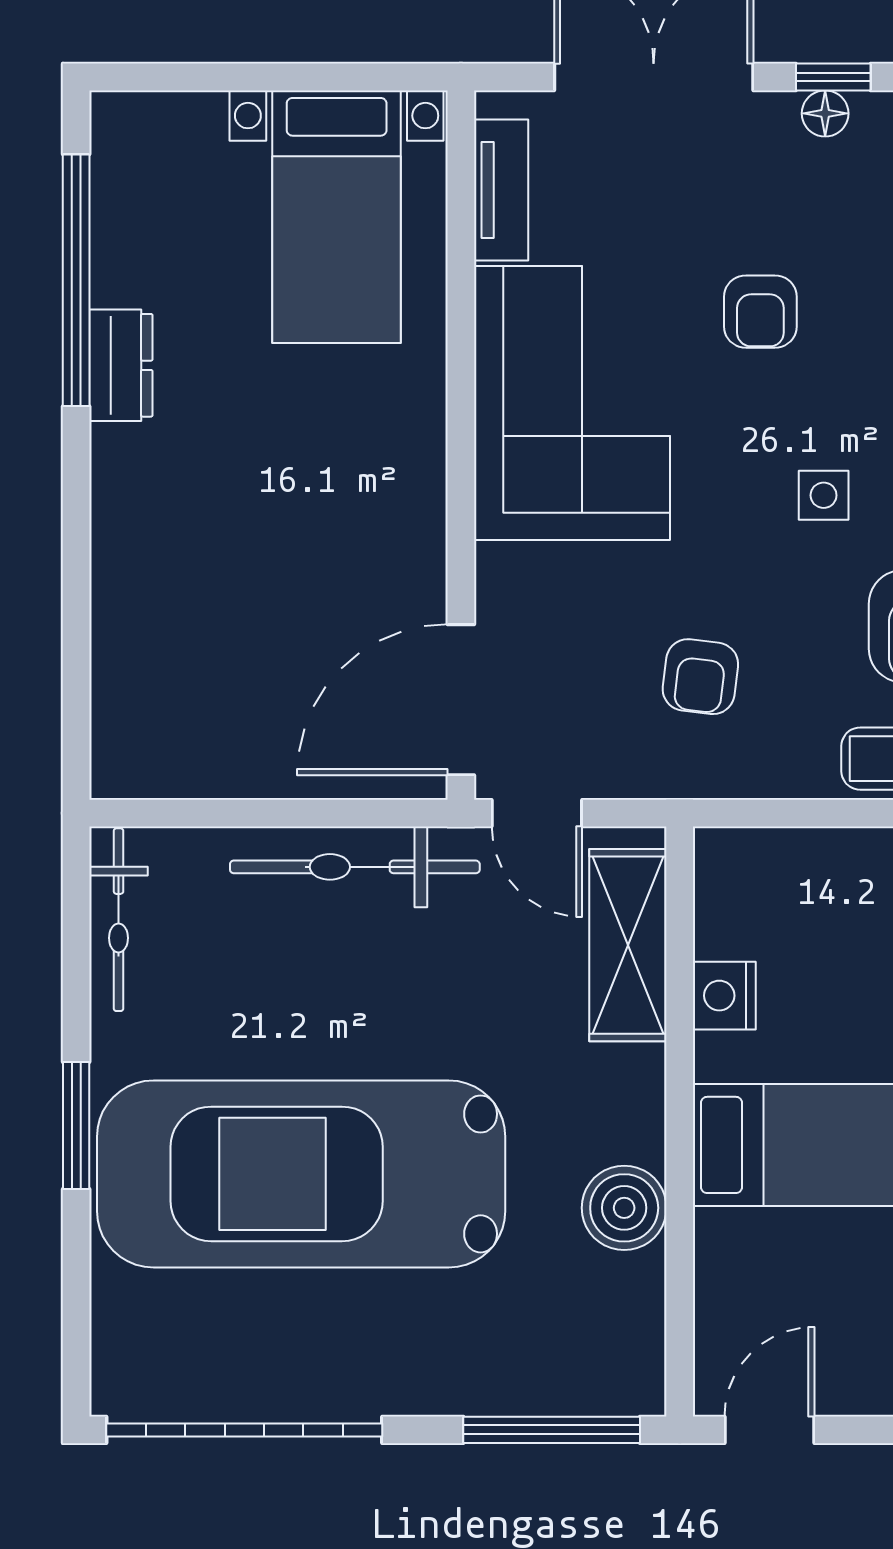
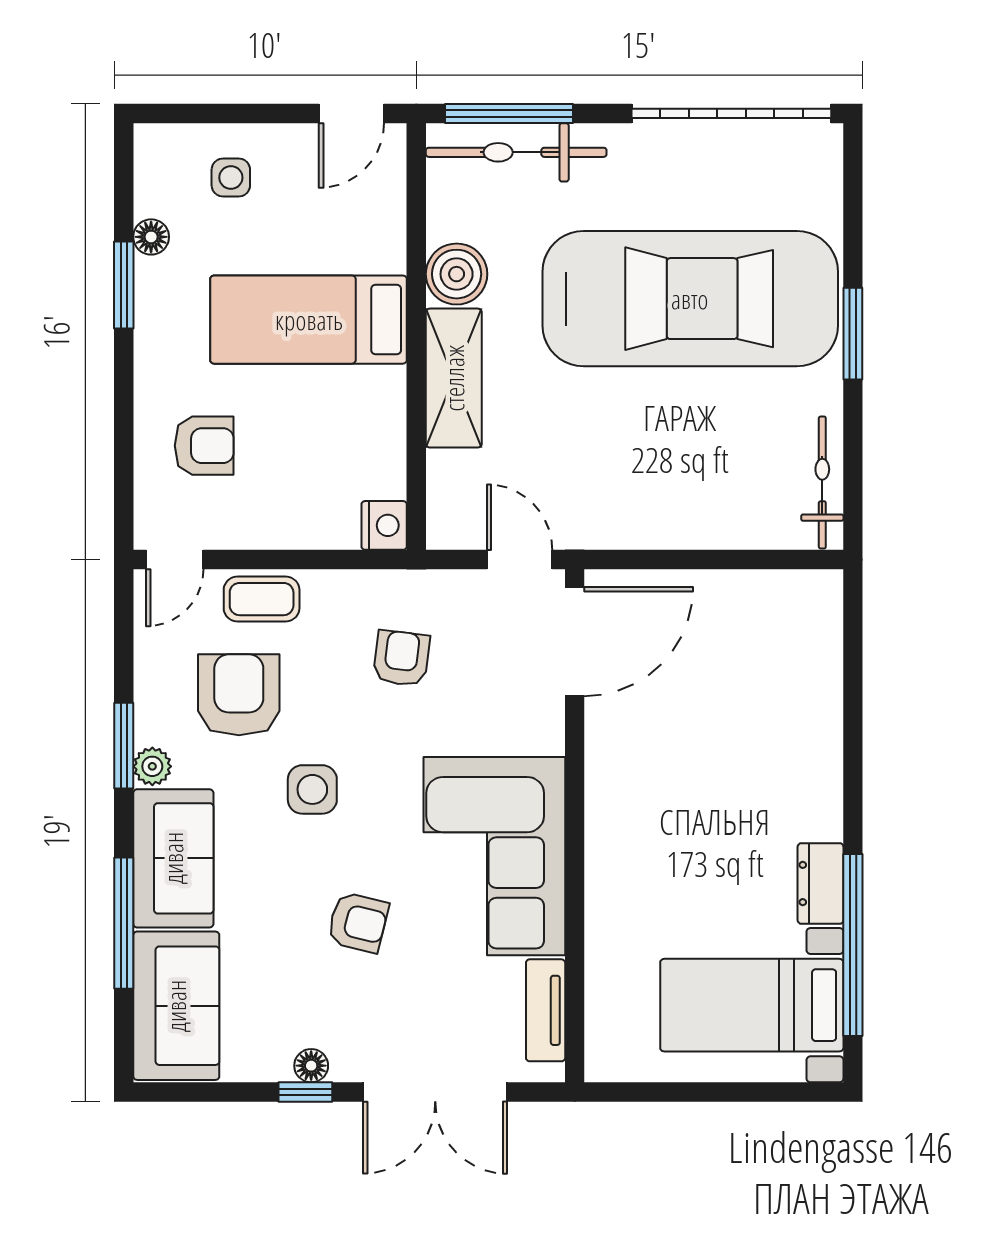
bed with nightstands: (337, 217) -> (752, 1005), moved, turned -90
armchair: (760, 312) -> (358, 922), turned 104
side table: (824, 495) -> (312, 789), width x1.37, depth x1.37
bicycle: (355, 867) -> (516, 152), moved, turned 180
shelving: (628, 945) -> (454, 378), moved
nightstand: (724, 996) -> (384, 525), moved

